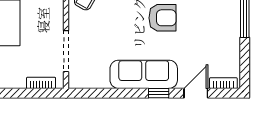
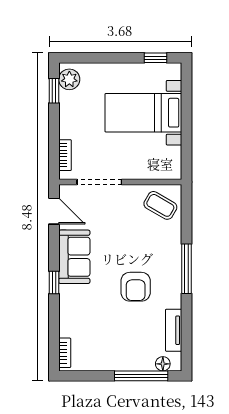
sofa: (144, 74) -> (74, 257), width x0.73
door: (196, 93) -> (54, 211), moved

